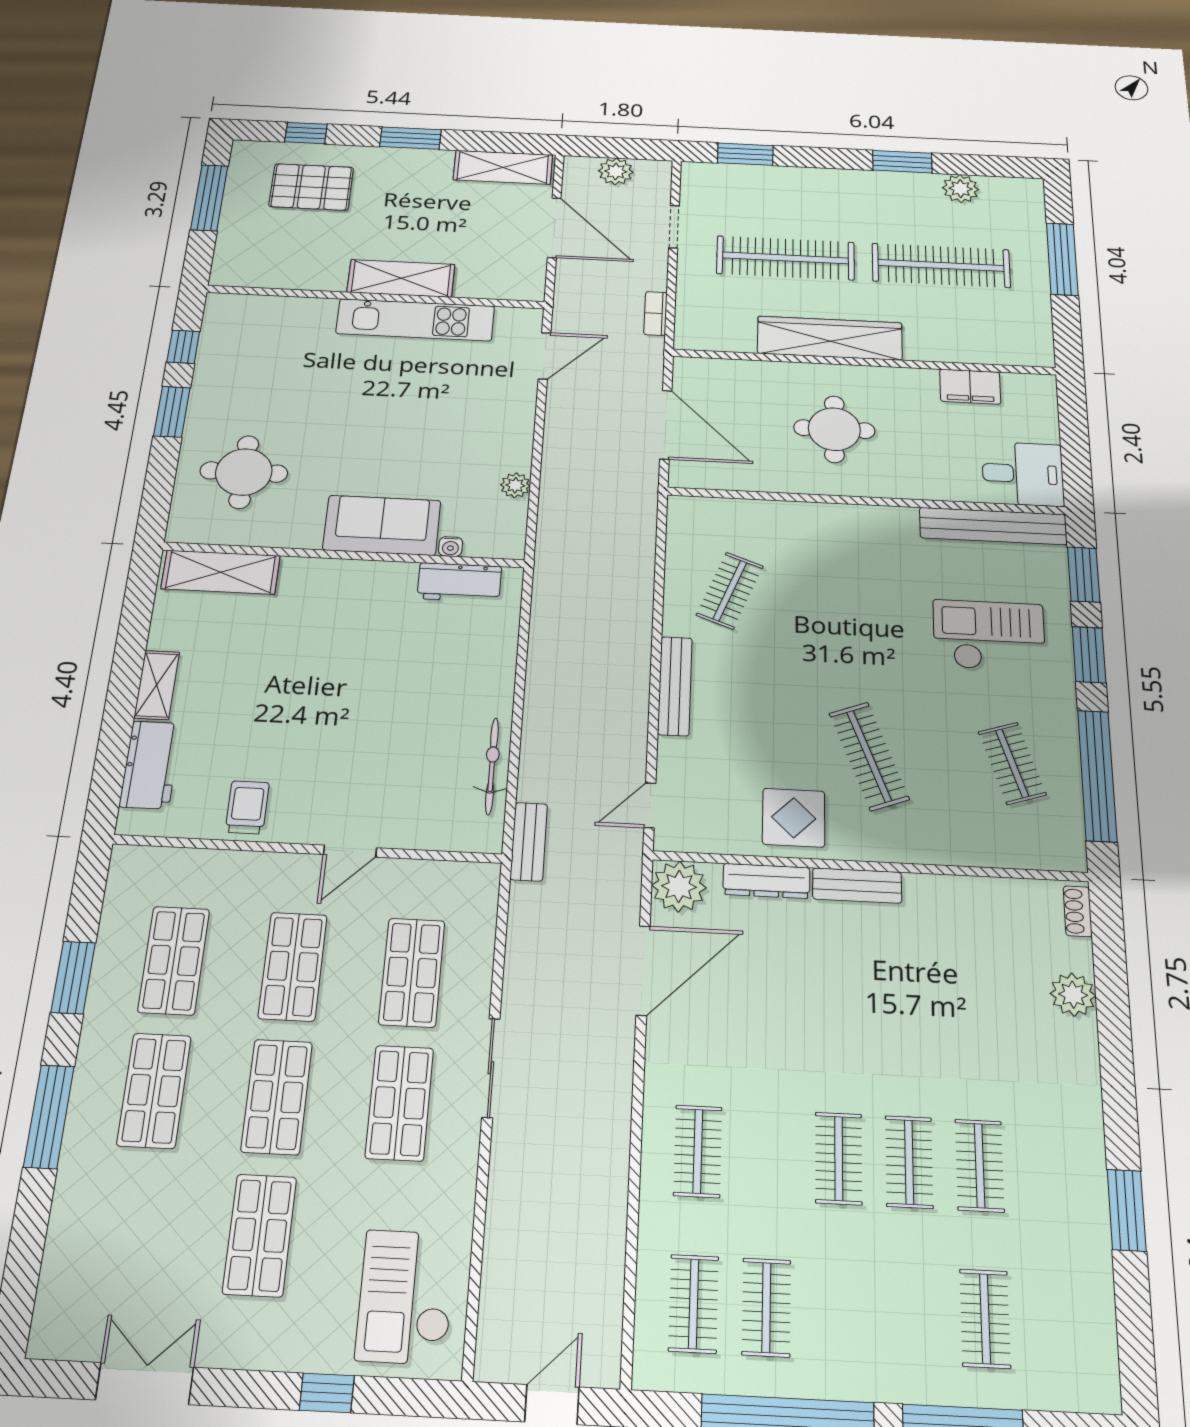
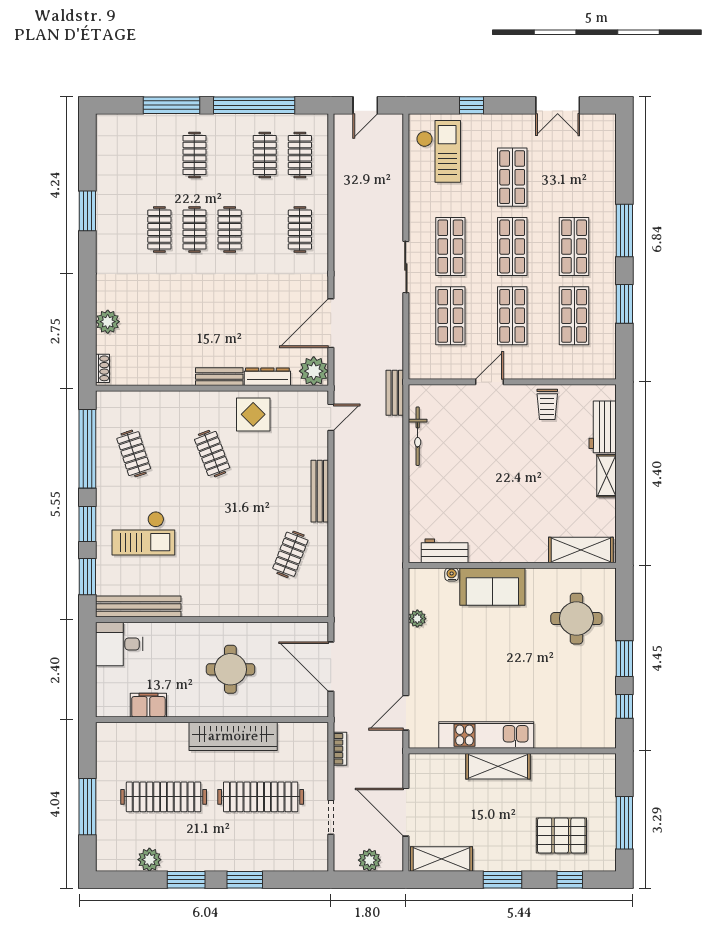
window: (745, 154) -> (245, 880), moved
clothes rail: (869, 756) -> (212, 454), width x0.73
clothes rail: (985, 1319) -> (194, 155), moved

